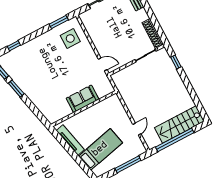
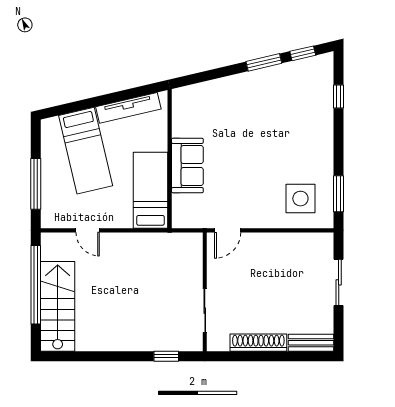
shoe rack: (153, 34) -> (258, 343), moved
bed: (103, 110) -> (150, 190), added

